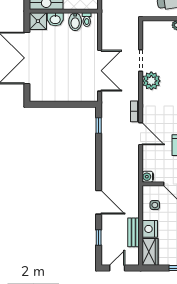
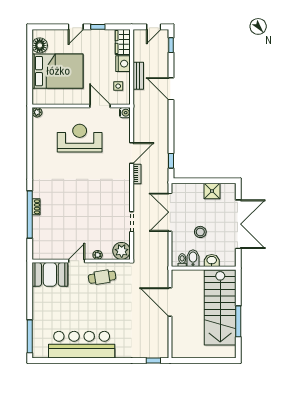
shower: (38, 21) -> (212, 191), moved
stool: (67, 50) -> (200, 232), added
plant: (151, 81) -> (122, 251), moved
door: (141, 134) -> (132, 153), swing flipped
bench: (133, 232) -> (138, 76), moved
window: (99, 237) -> (171, 45), moved

